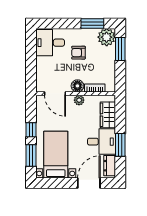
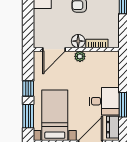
door: (55, 94) -> (54, 49), hinge flipped
wardrobe: (108, 115) -> (111, 72), removed

